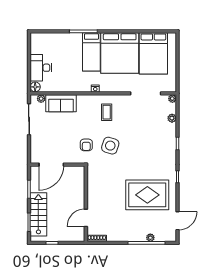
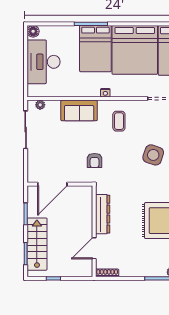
bed: (91, 52) -> (95, 49), width x1.50
desk: (41, 68) -> (43, 62), width x1.36, depth x1.30
floor lamp: (35, 87) -> (33, 31), moved
sofa: (61, 103) -> (79, 110), moved
side table: (110, 146) -> (153, 155), moved
dresser: (93, 189) -> (103, 214), added

